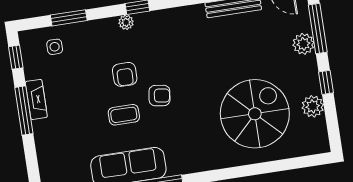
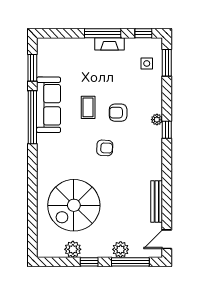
window: (69, 18) -> (167, 63), moved
armchair: (159, 96) -> (105, 148), moved, turned -95
spiral stairs: (255, 114) -> (74, 205), turned 90

